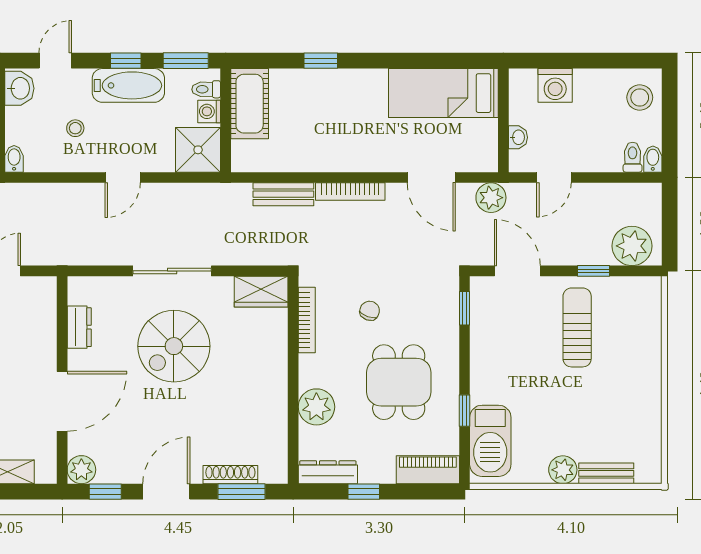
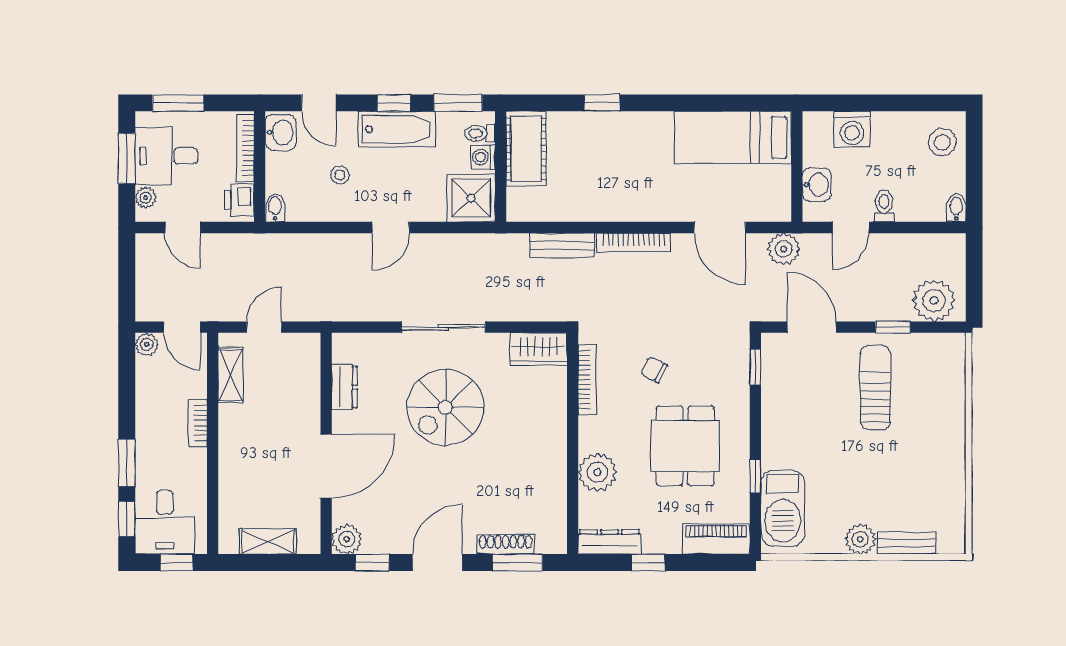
door: (55, 61) -> (319, 103), swing flipped
washbasin: (518, 137) -> (817, 185), width x1.38, depth x1.45
toilet: (633, 157) -> (884, 206), moved
chair: (370, 311) -> (654, 370), turned -82

